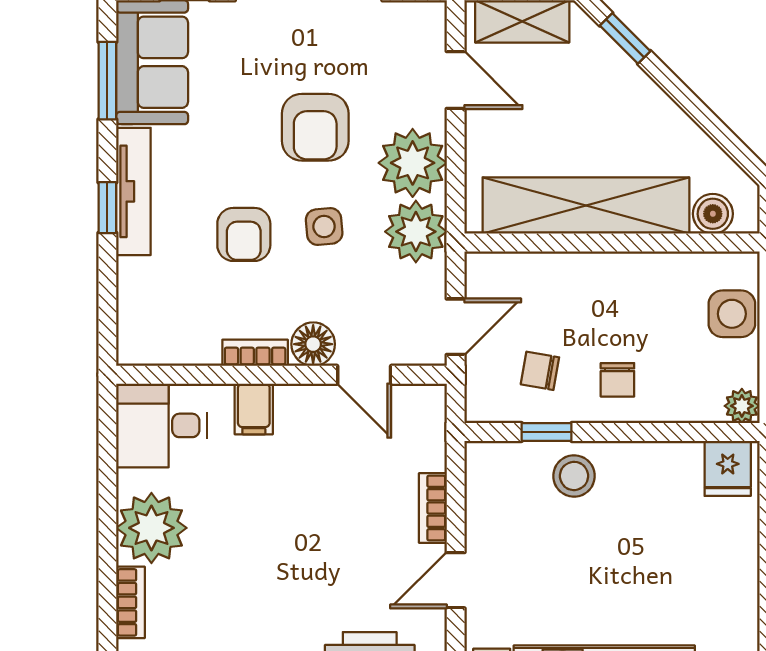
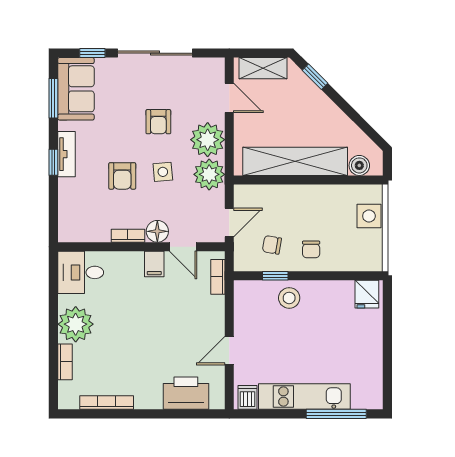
armchair: (315, 127) -> (158, 122), width x0.72, depth x0.72
tv unit: (133, 191) -> (66, 154), width x0.71
plant: (742, 406) -> (374, 263), removed
filing cabinet: (254, 409) -> (154, 264), moved
bookcase: (433, 508) -> (218, 277), moved

